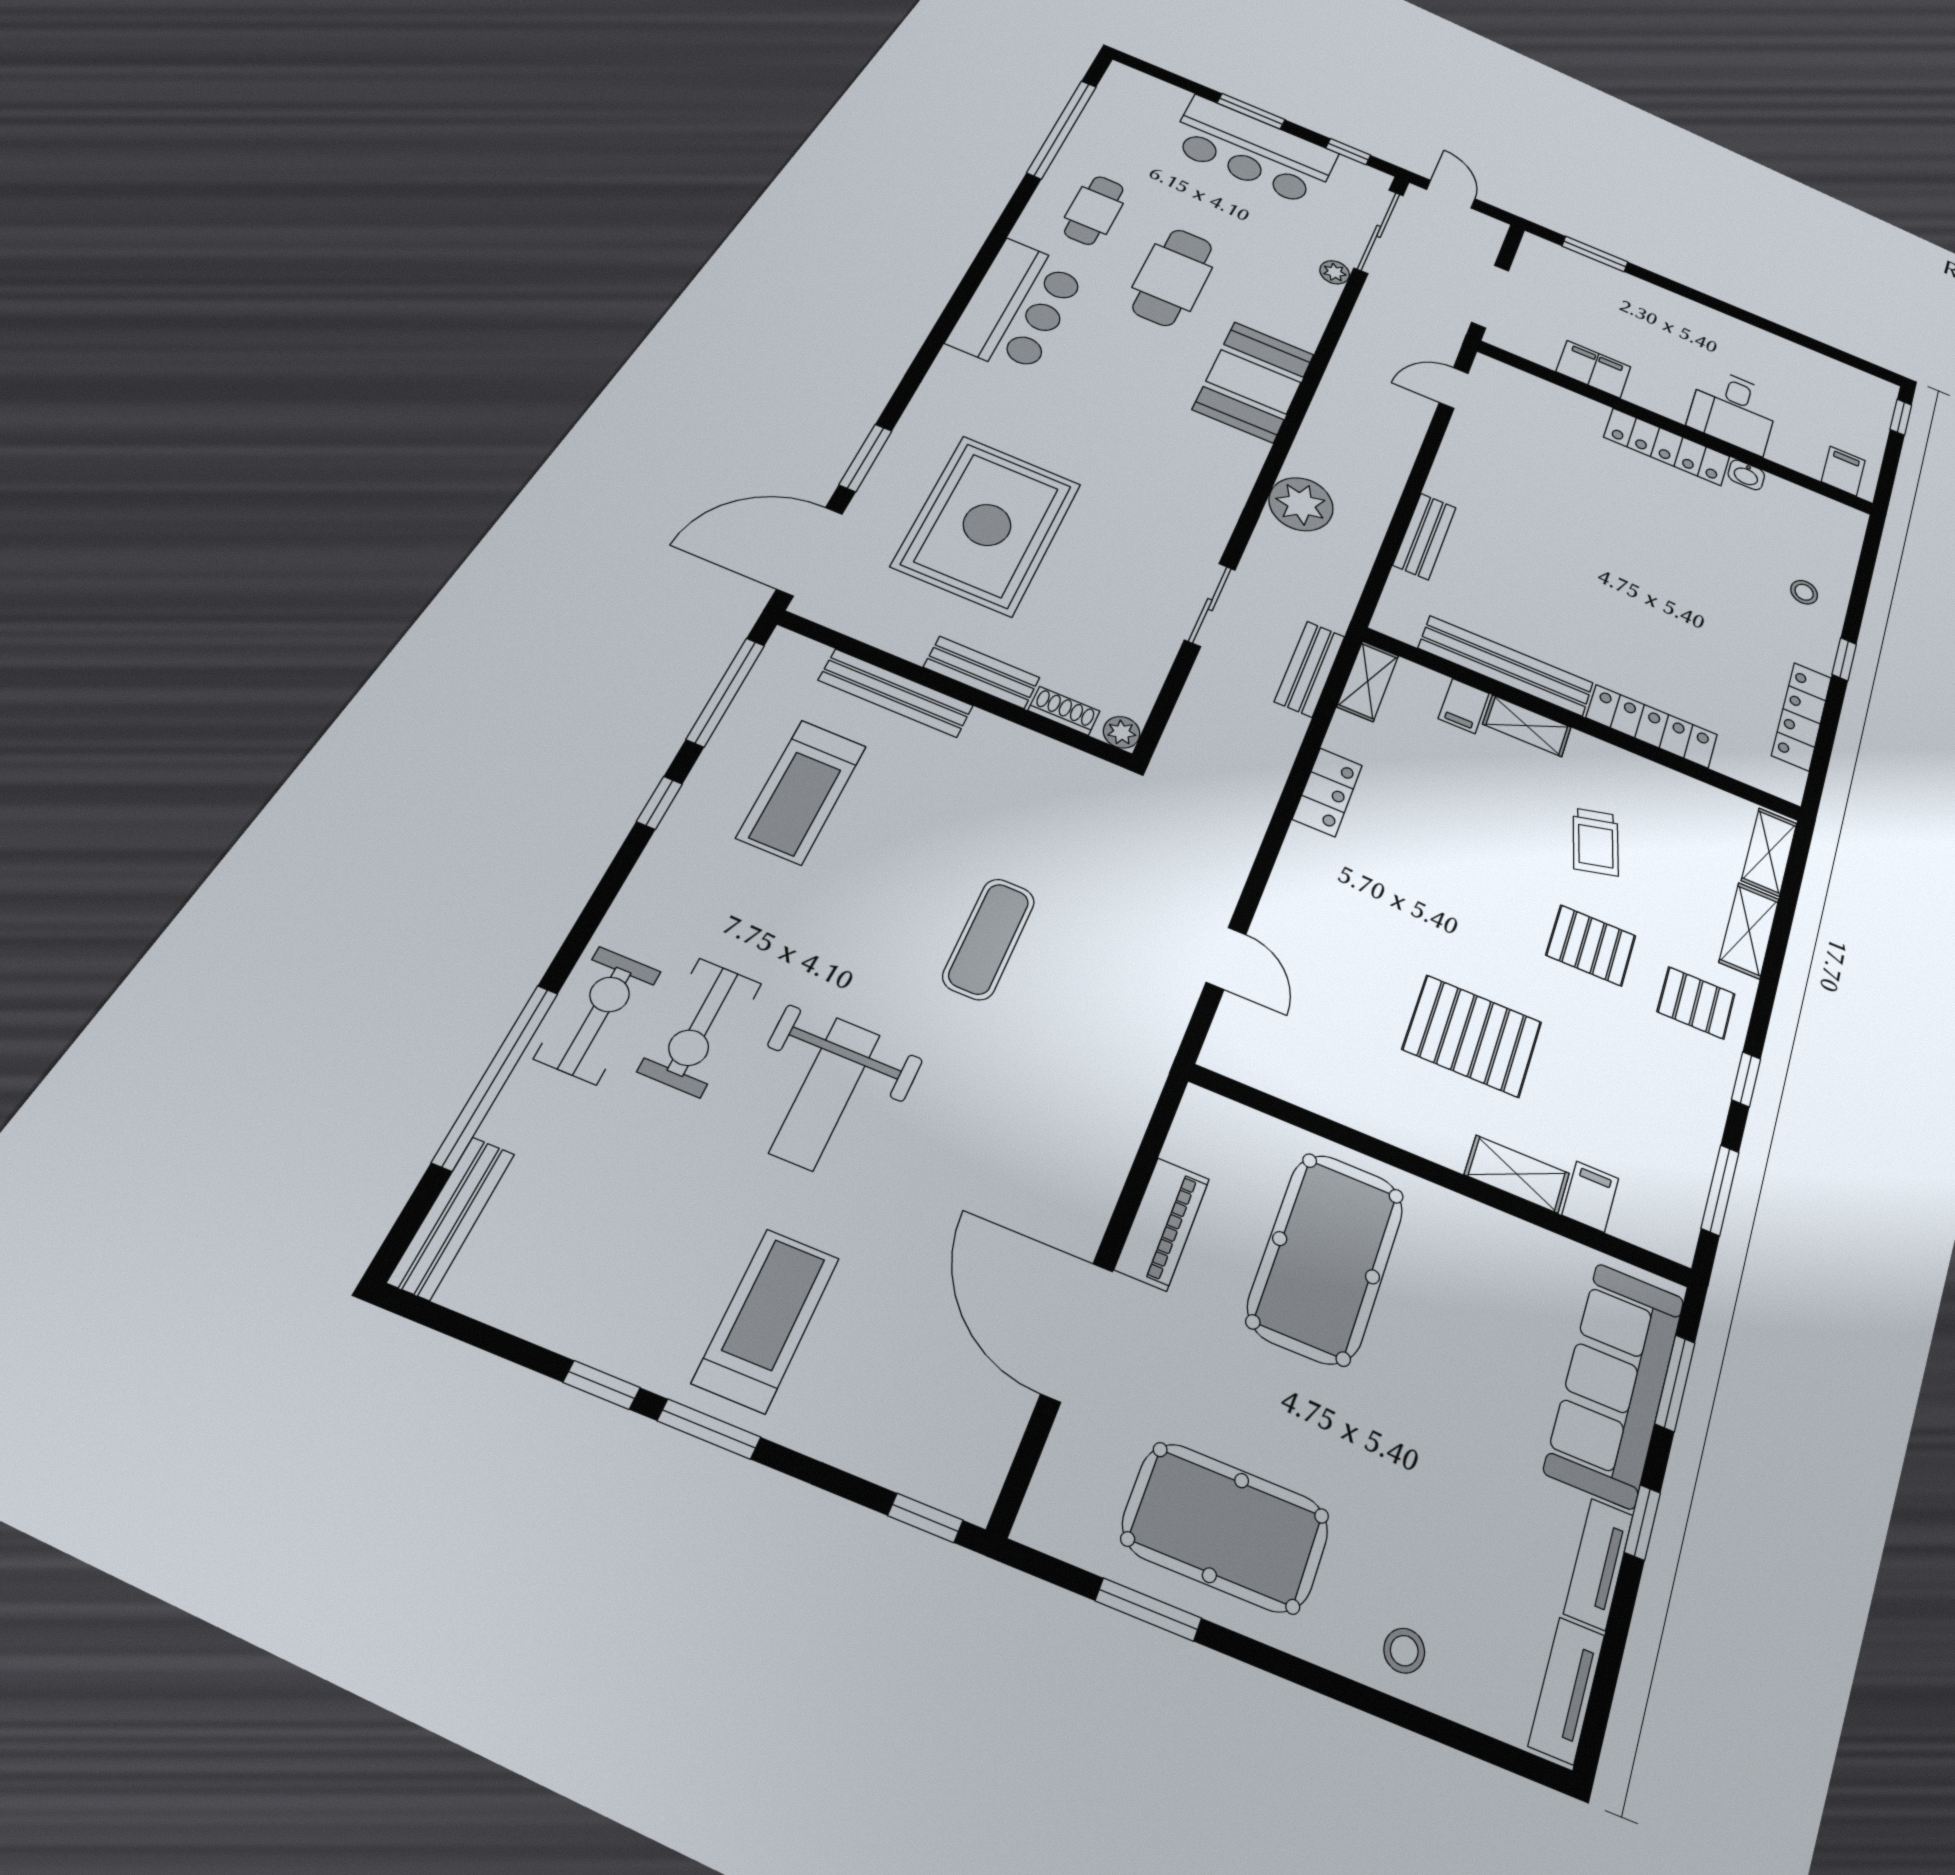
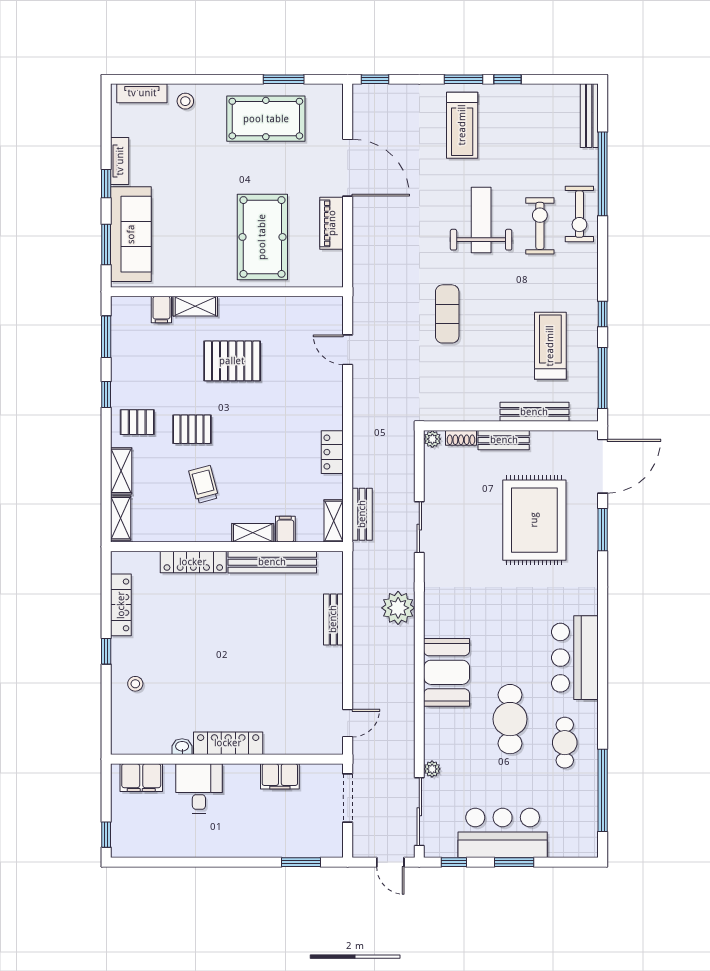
filing cabinet: (1843, 471) -> (141, 778), width x2.00
tv unit: (1567, 1690) -> (142, 93), moved, turned 90

